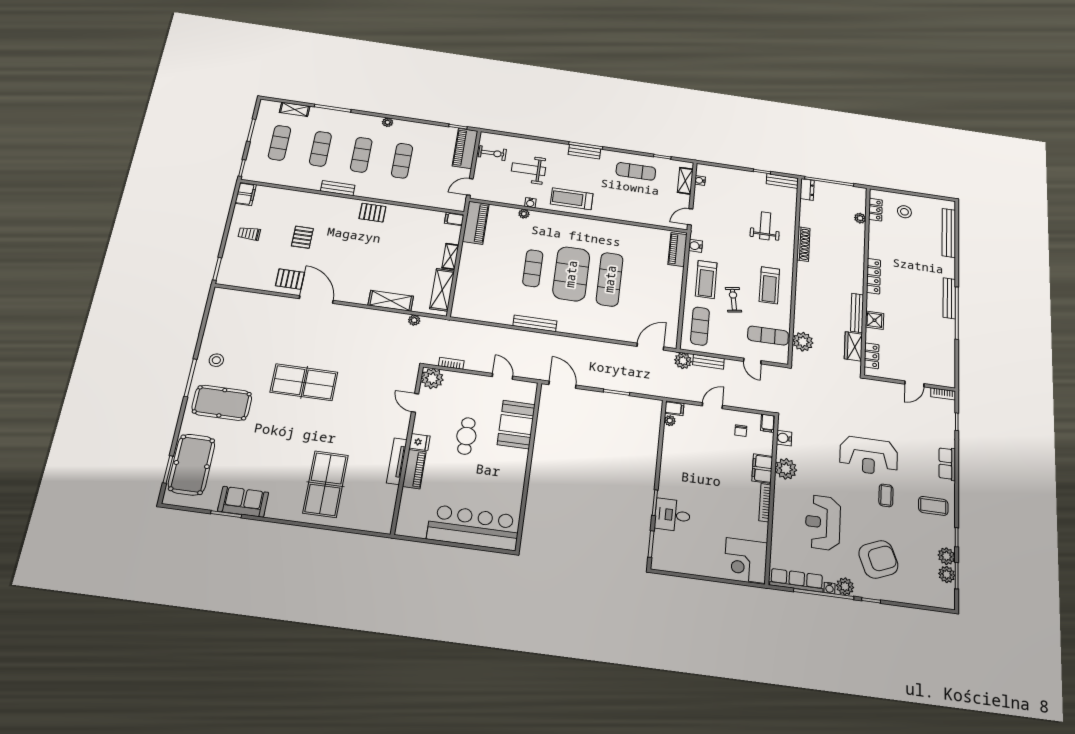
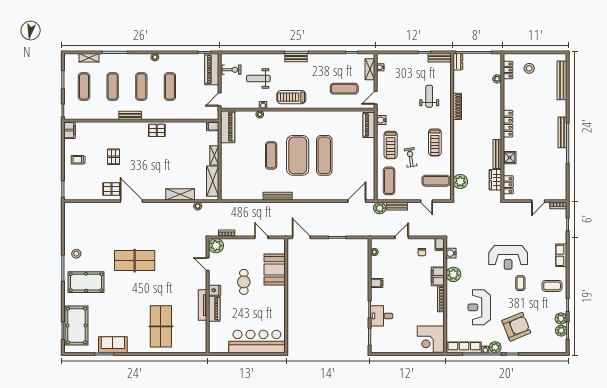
exercise mat: (636, 171) -> (344, 89), moved
filing cabinet: (674, 408) -> (377, 283), moved

